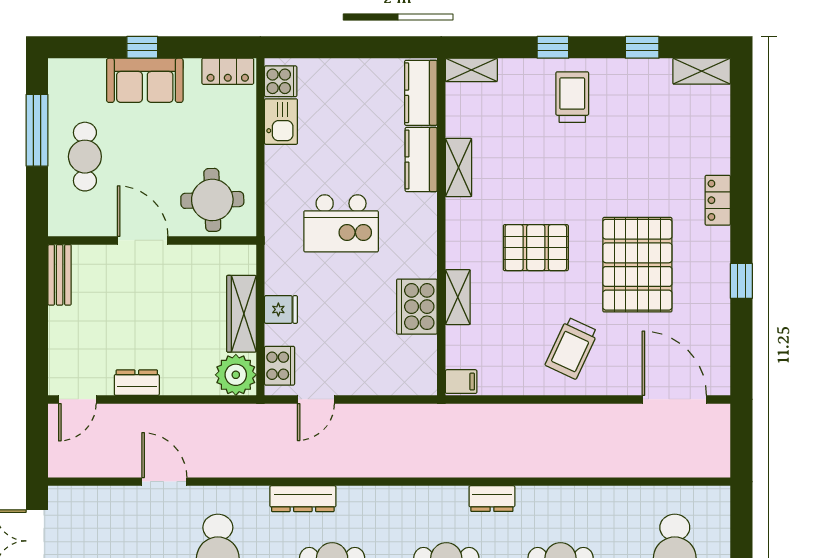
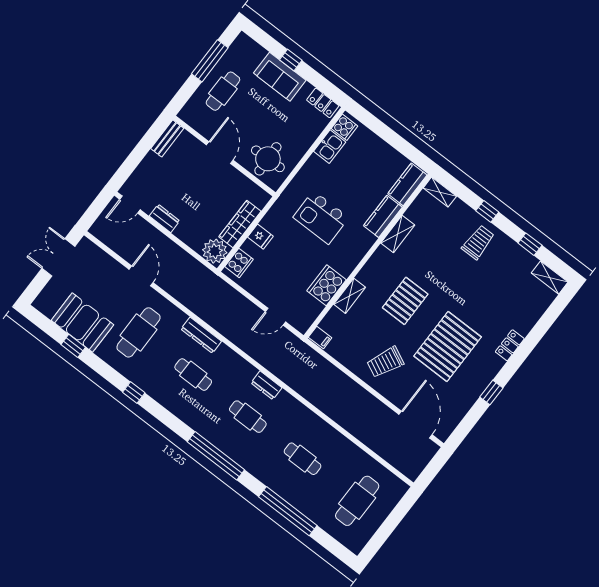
pallet: (536, 248) -> (405, 301), turned 90
door: (316, 399) -> (275, 317), moved
dresser: (492, 499) -> (266, 385), moved

